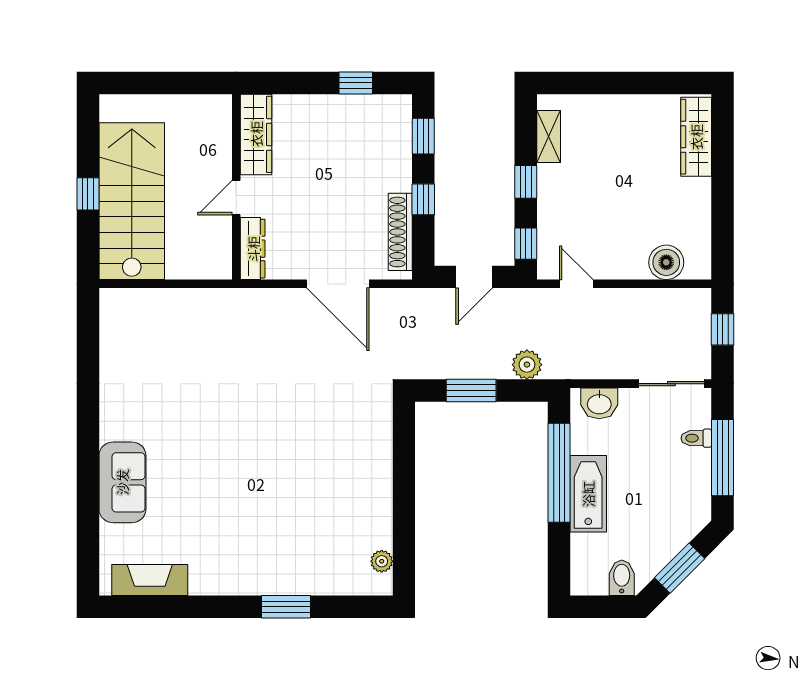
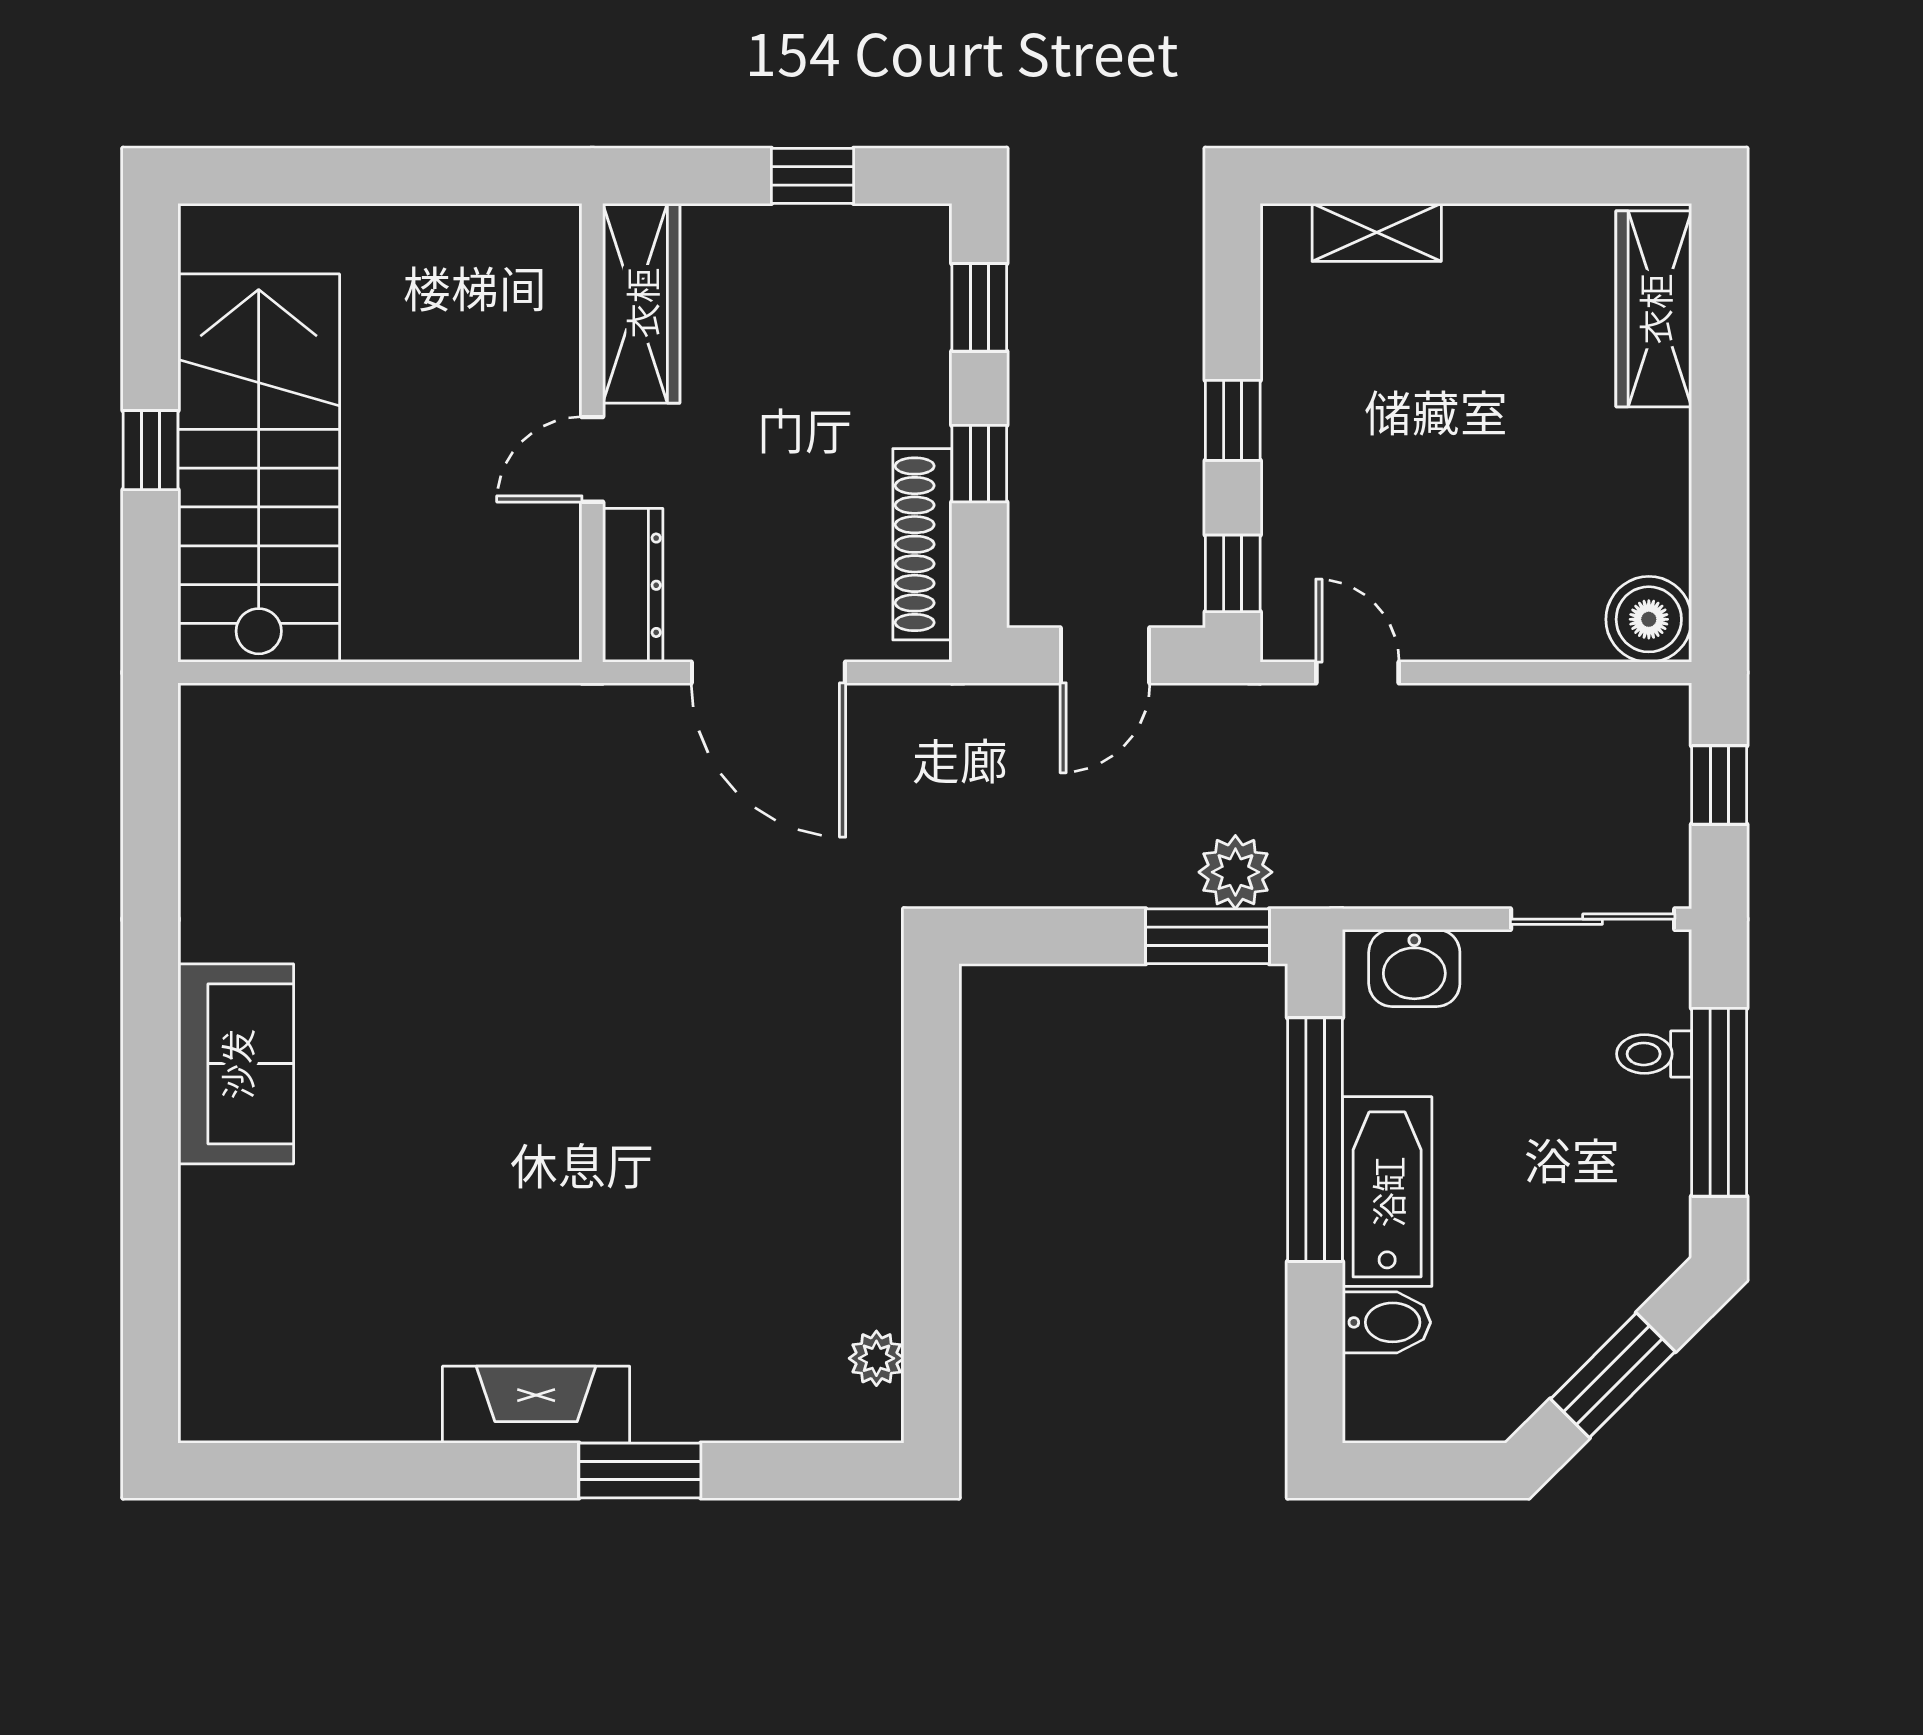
wardrobe: (256, 134) -> (641, 303), moved
shelving: (549, 136) -> (1377, 232), moved, turned 90
wall: (236, 187) -> (592, 433), moved
door: (236, 198) -> (592, 459), moved
dresser: (253, 249) -> (633, 585), moved
boiler: (666, 262) -> (1649, 619), moved
window: (471, 391) -> (1208, 936), moved
sofa: (122, 482) -> (236, 1064), moved
bidet: (622, 578) -> (1386, 1322), moved, turned 90
fireplace: (150, 580) -> (536, 1405), moved

